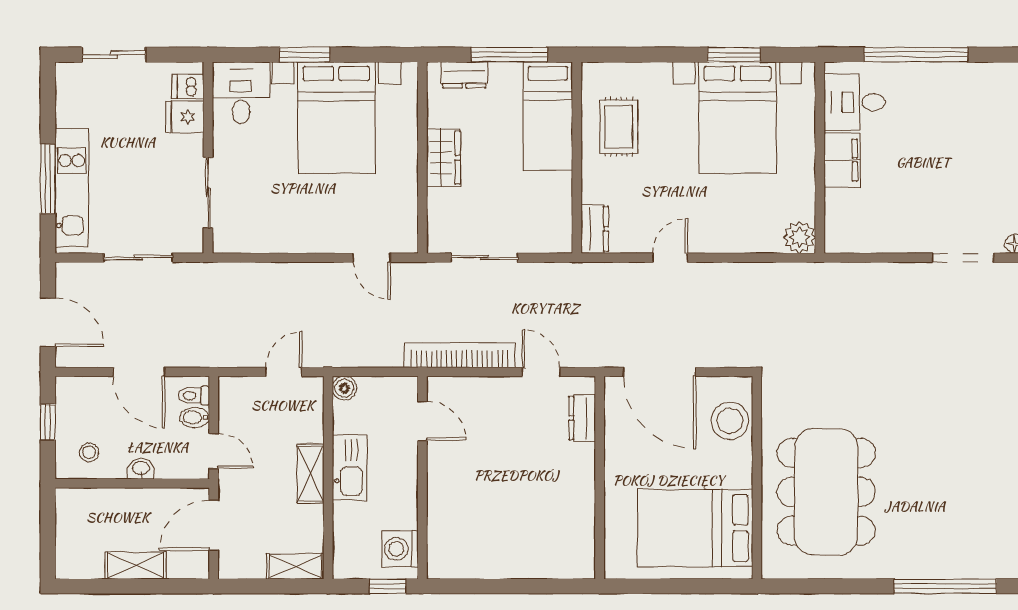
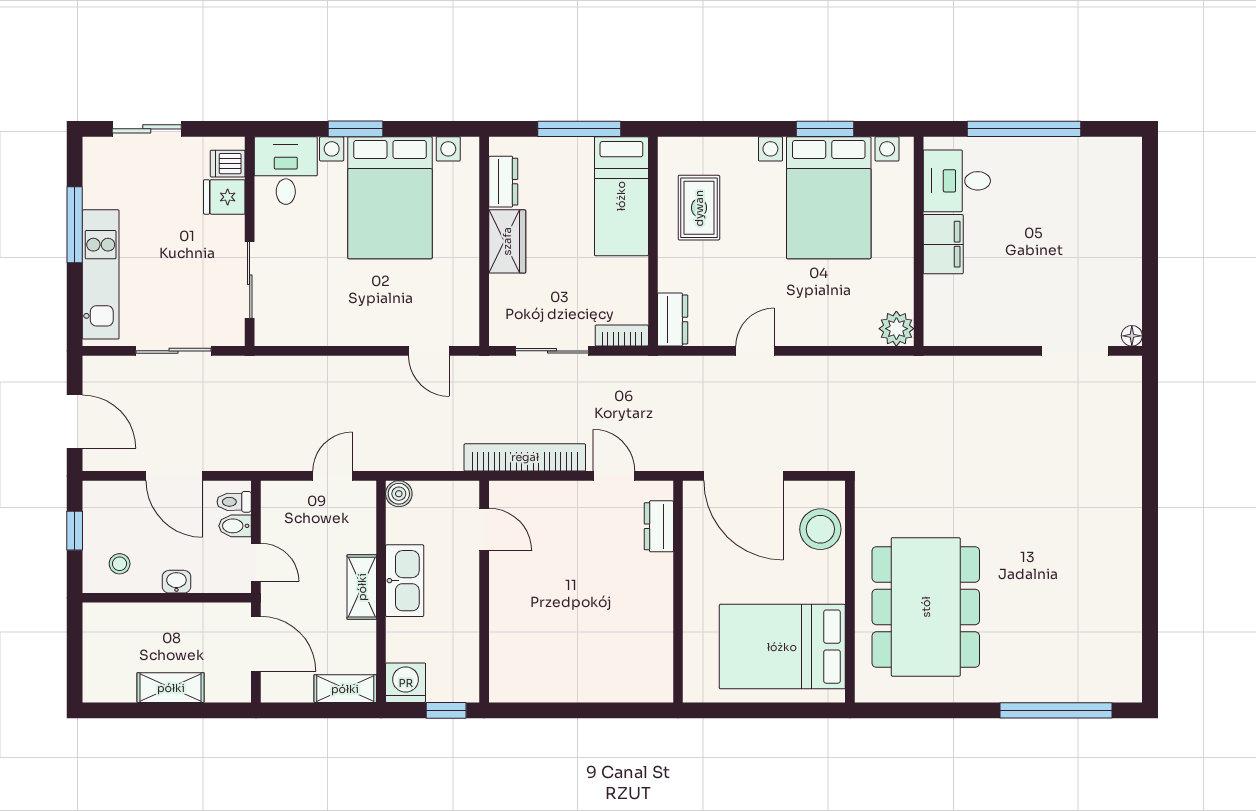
dresser: (464, 75) -> (503, 182), moved, turned -90
window: (48, 179) -> (75, 225), moved
bookcase: (548, 244) -> (622, 336), added
door: (214, 525) -> (256, 644), swing flipped
washing machine: (400, 549) -> (406, 683), moved, turned 90

